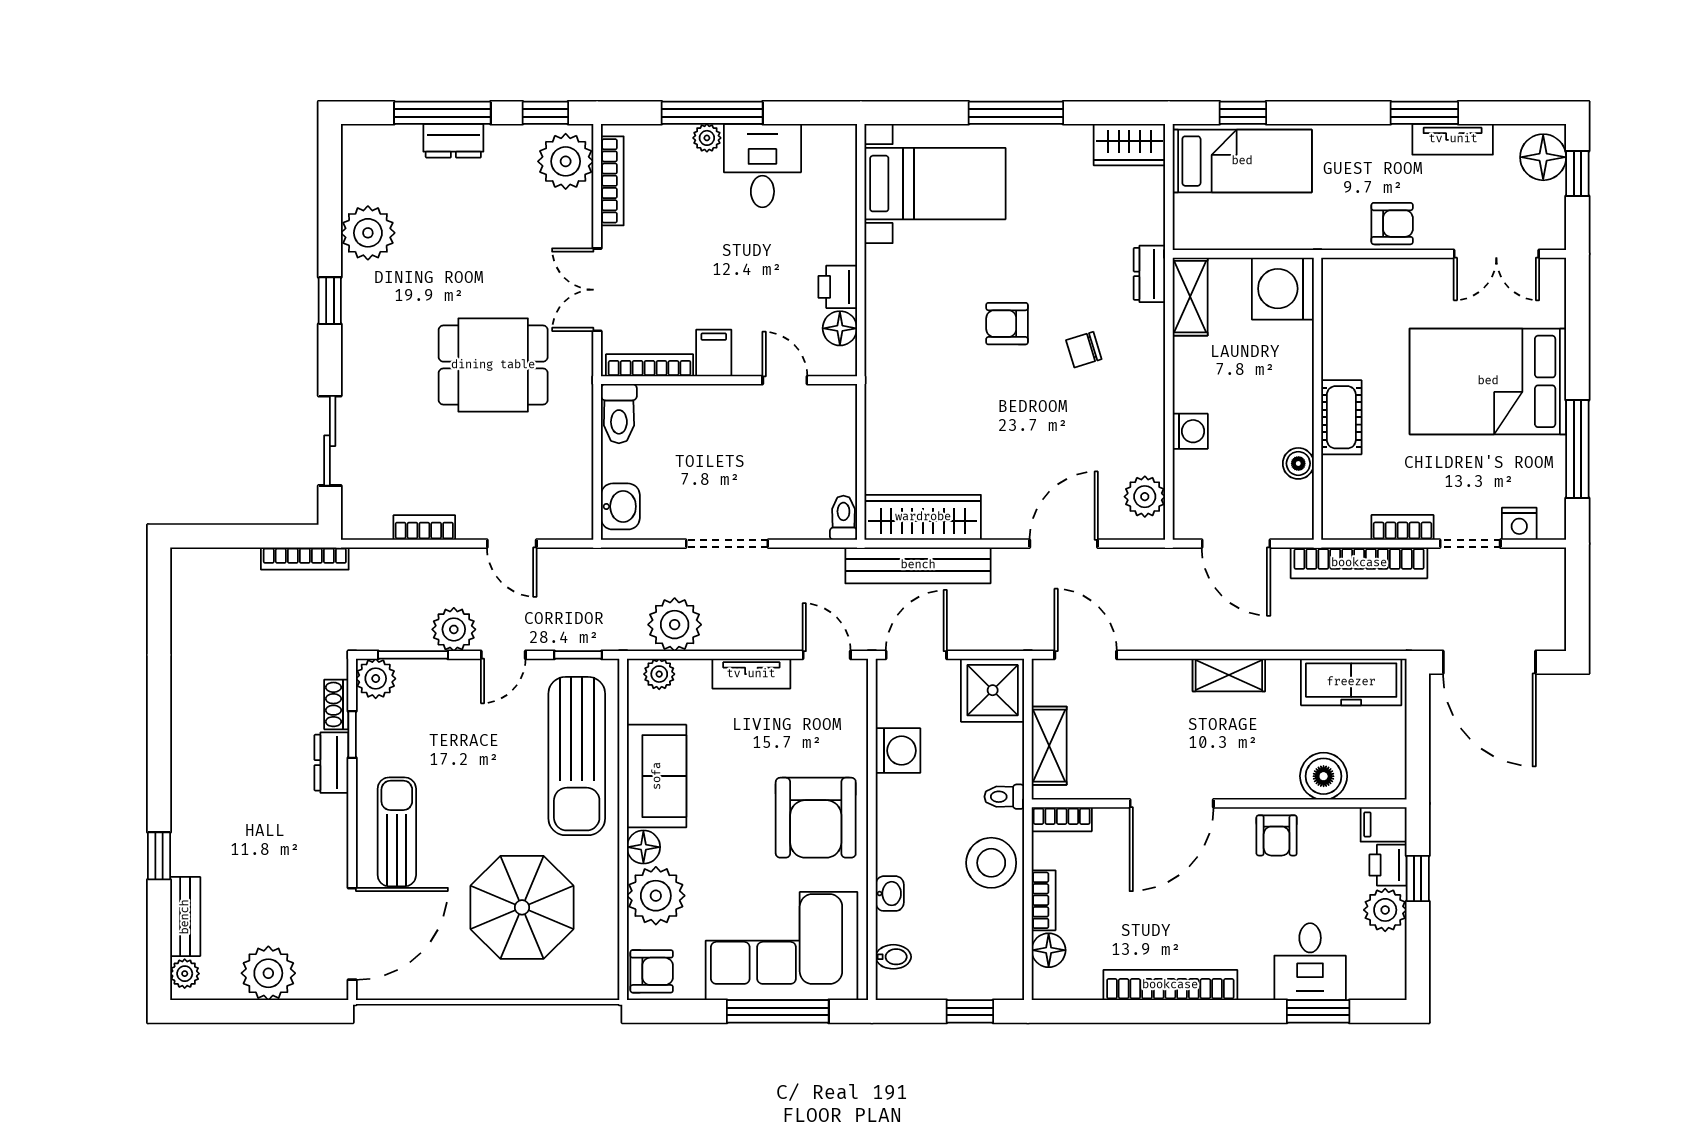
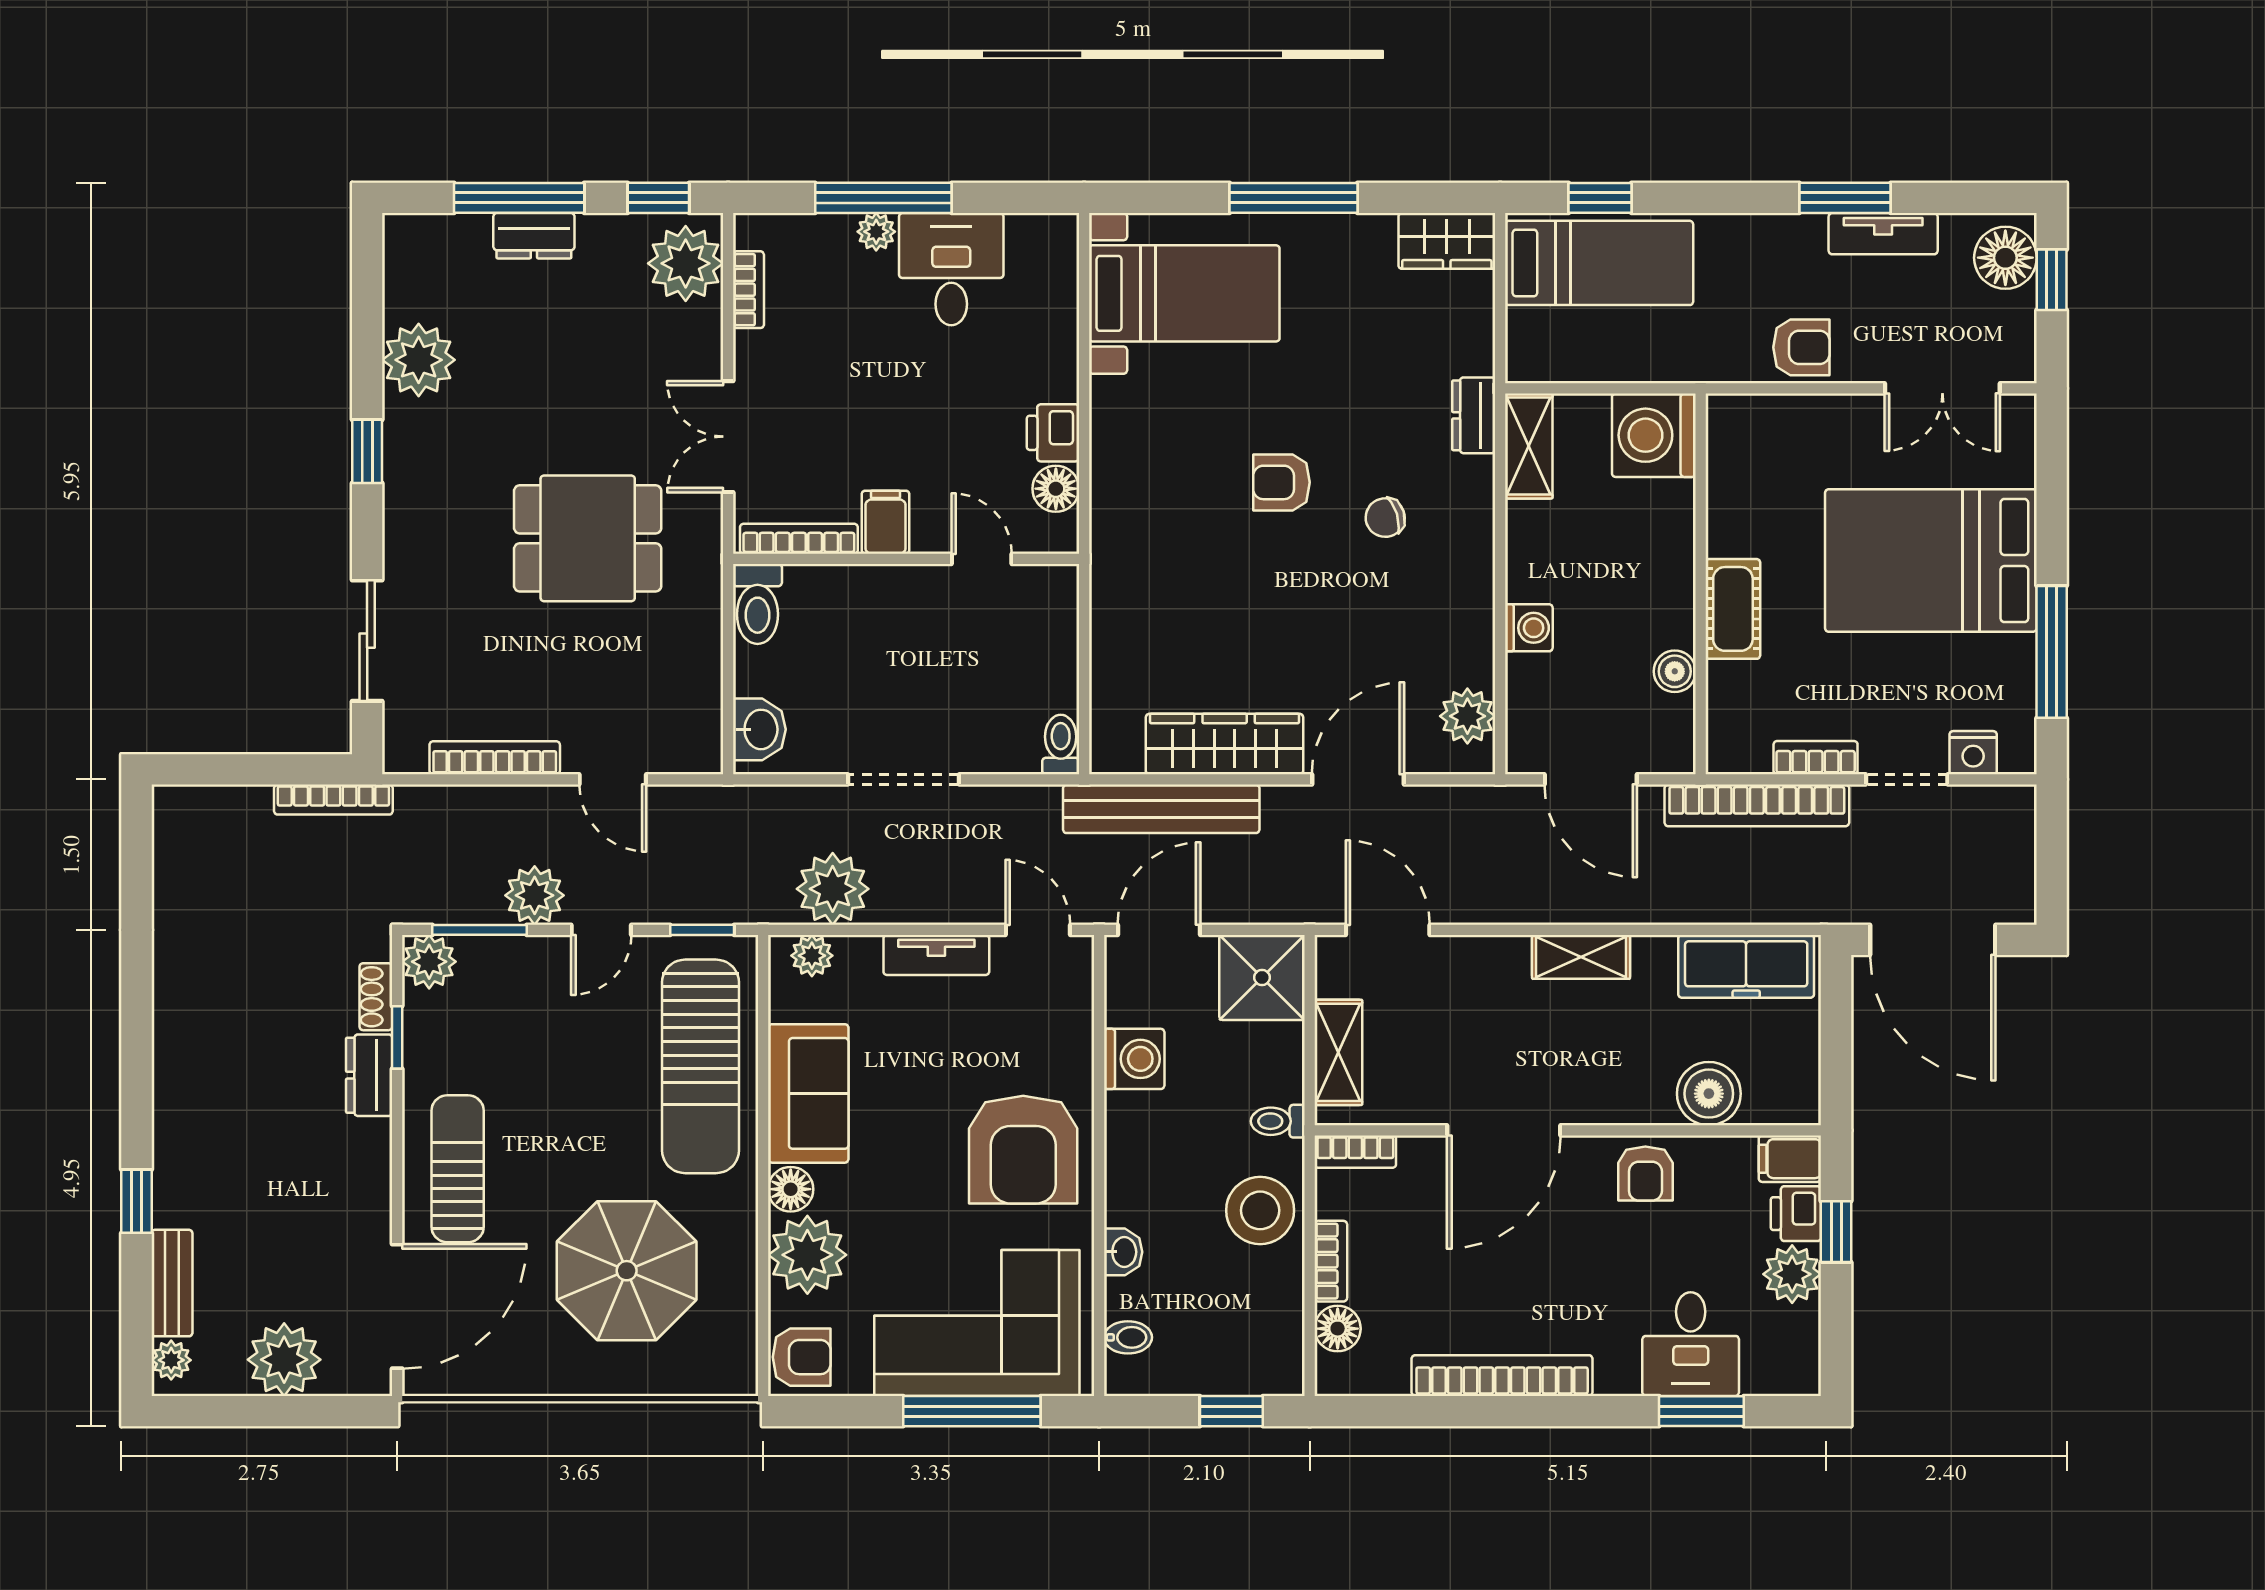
bookcase: (612, 181) -> (749, 290), width x0.64
wardrobe: (923, 517) -> (1225, 744), moved
bookcase: (424, 527) -> (495, 758), width x1.56

